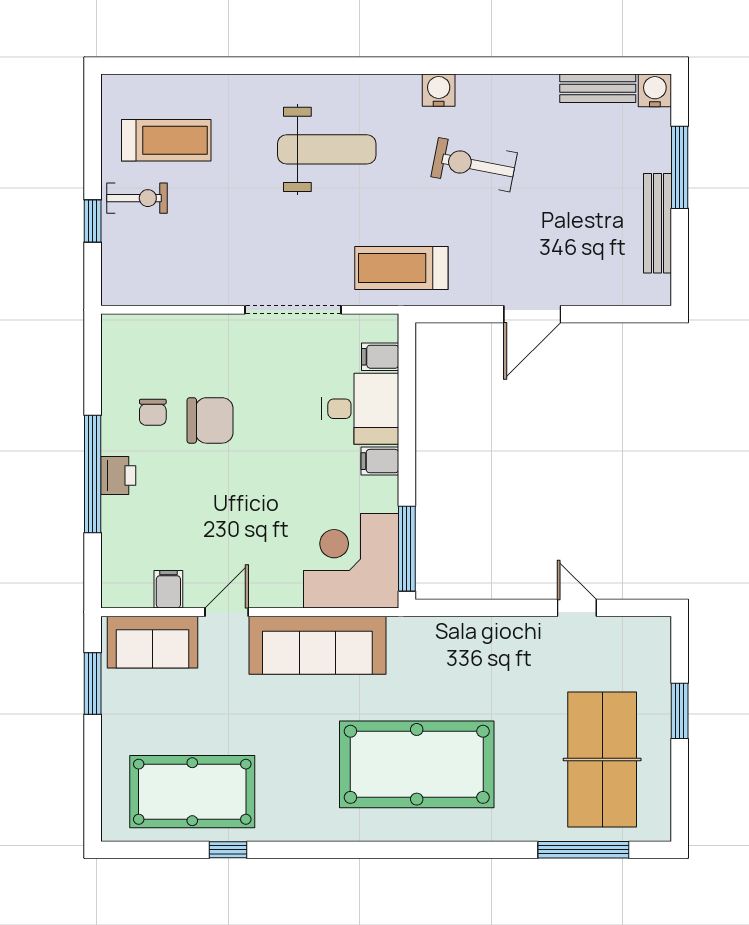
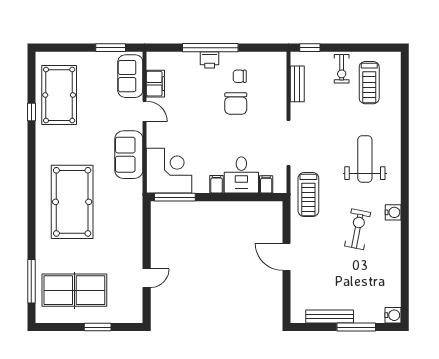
bench: (598, 88) -> (297, 84), moved
weight bench: (327, 149) -> (365, 159), turned 180
window: (93, 221) -> (310, 48), moved
treadmill: (401, 268) -> (308, 195), turned 180
filing cabinet: (168, 589) -> (155, 84), width x2.00
sofa: (317, 645) -> (129, 155), width x0.73

